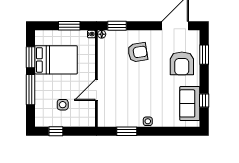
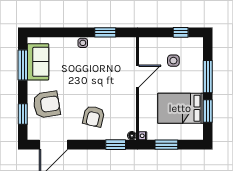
armchair: (138, 52) -> (94, 116), turned -68
armchair: (182, 63) -> (47, 105), turned 81
window: (204, 101) -> (23, 65), width x2.17

